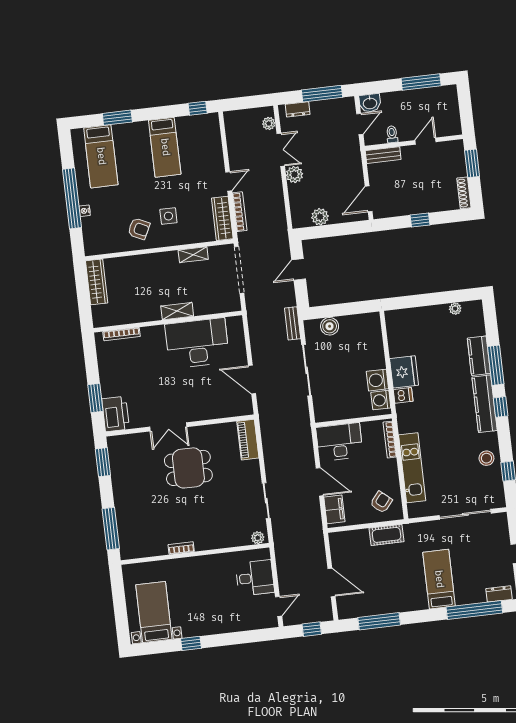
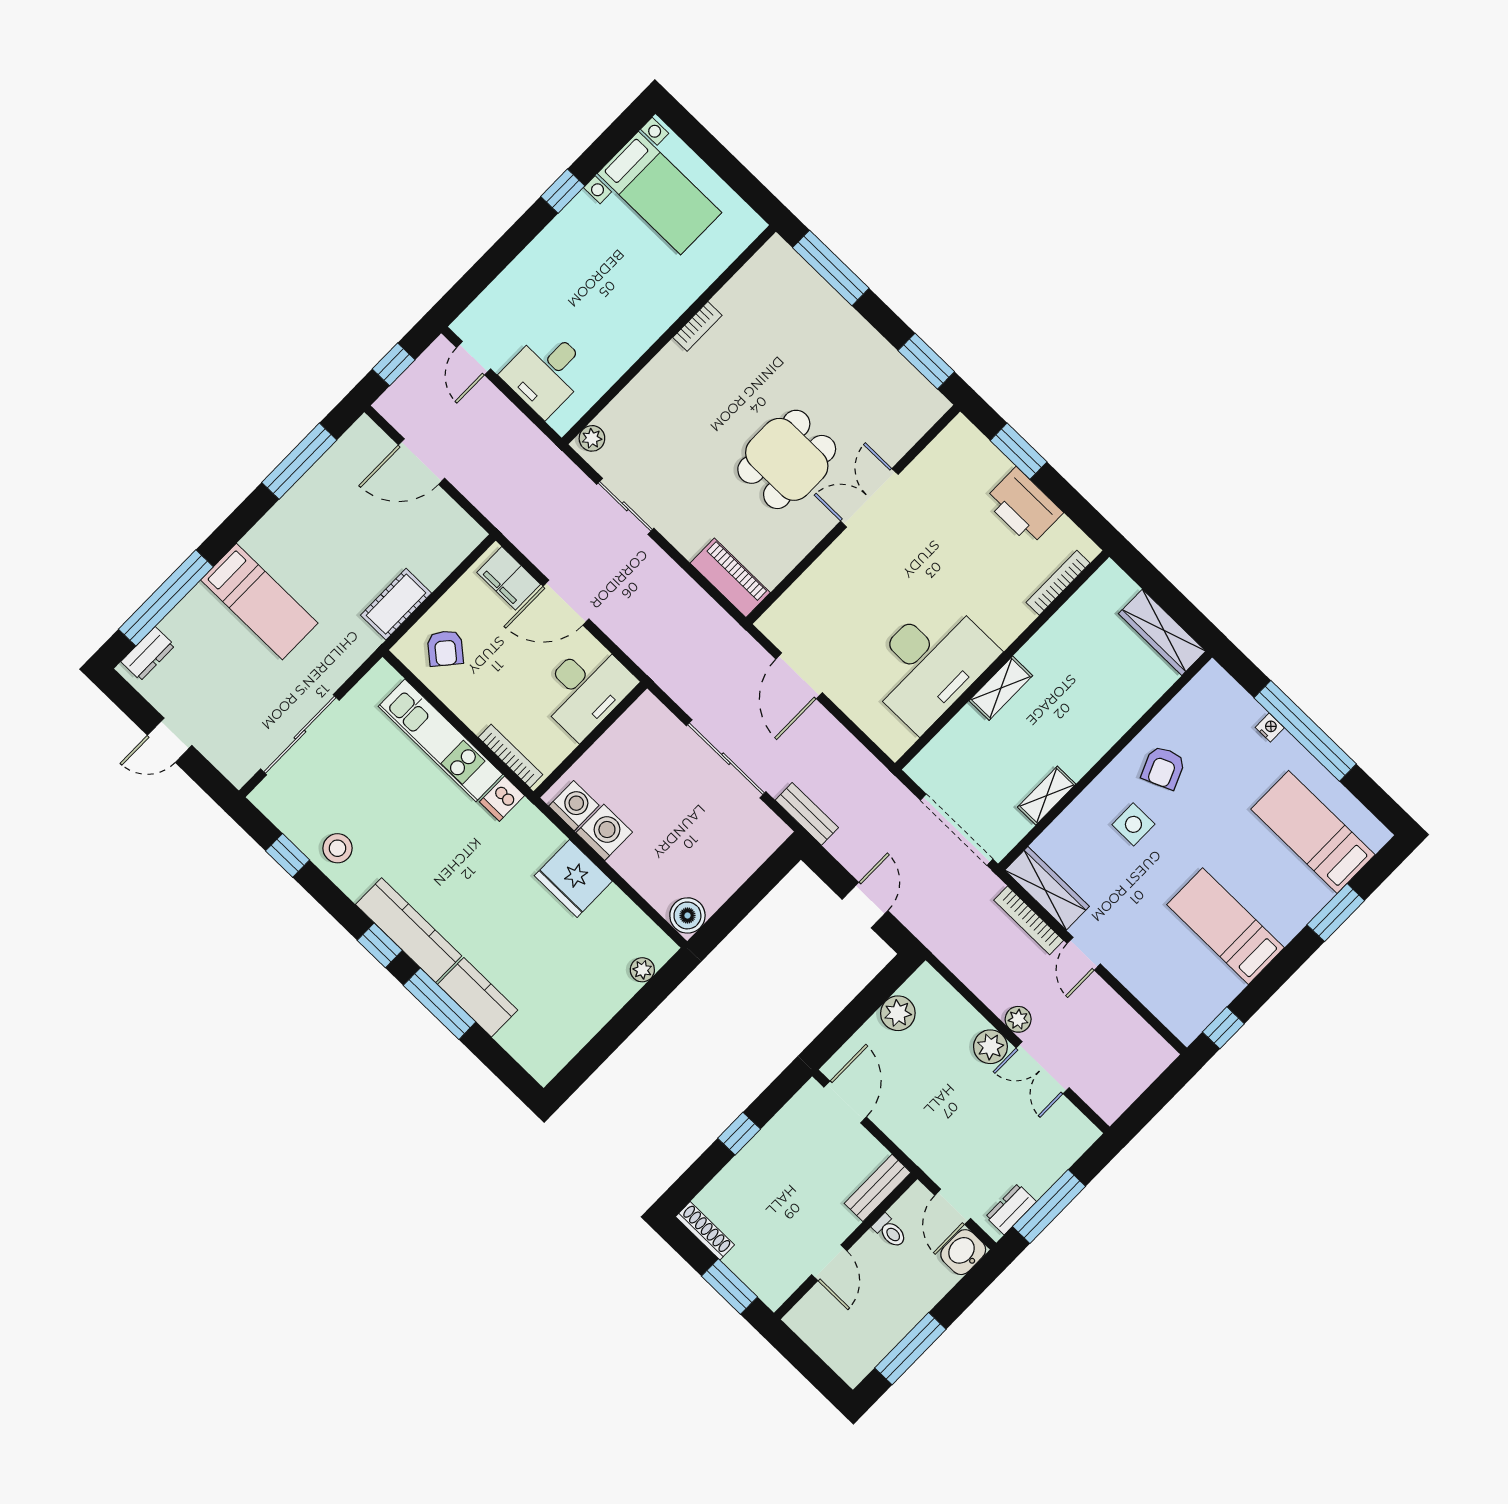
dresser: (298, 109) -> (1011, 1209), moved
plant: (269, 123) -> (1018, 1019), moved
armchair: (139, 229) -> (1163, 768), turned -49
plant: (455, 309) -> (642, 970), moved
boiler: (330, 326) -> (687, 915), moved
door: (252, 380) -> (799, 676), swing flipped
dishwasher: (403, 395) -> (502, 799), moved
printer: (116, 414) -> (1023, 506), moved

